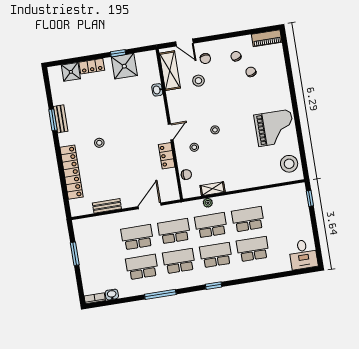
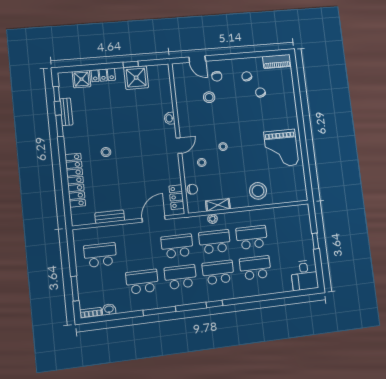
shelving: (170, 71) -> (181, 85), removed
window: (48, 89) -> (57, 94), added
washbasin: (157, 90) -> (170, 118), moved
bench: (61, 119) -> (66, 112), moved
grand piano: (275, 128) -> (281, 148), turned 90
locker: (167, 156) -> (177, 197), moved
stool: (289, 164) -> (258, 191), moved
window: (310, 198) -> (315, 241), moved
school desk: (137, 237) -> (100, 255), moved
window: (75, 254) -> (75, 289), moved

